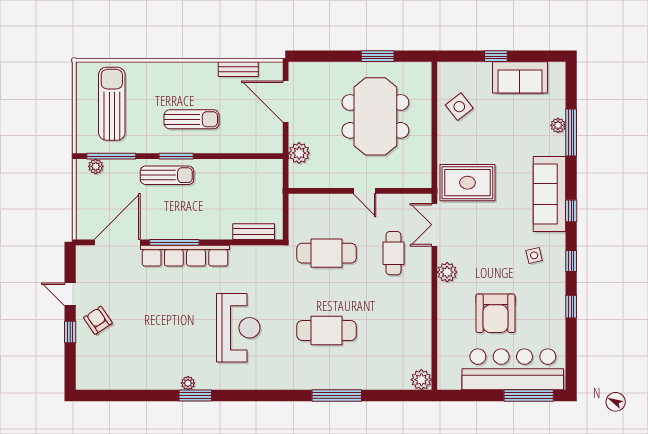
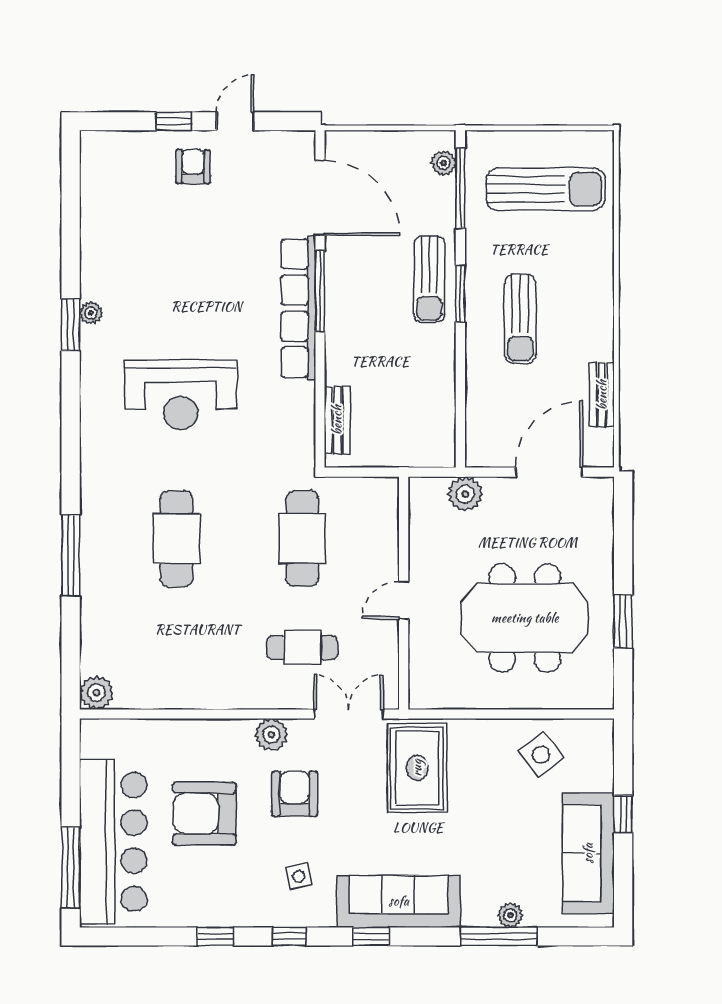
sofa: (520, 77) -> (588, 853), width x1.36
armchair: (483, 258) -> (295, 794), added
armchair: (98, 320) -> (193, 166), turned -56

